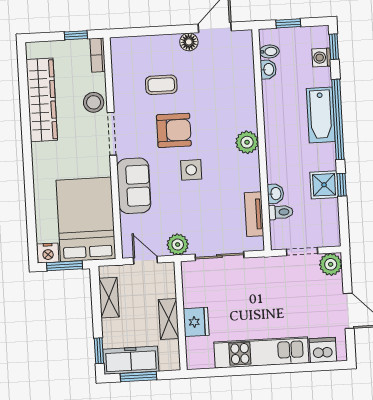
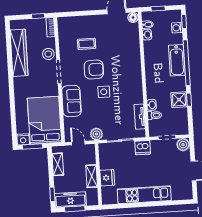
floor lamp: (189, 42) -> (133, 17), moved
plant: (247, 142) -> (135, 76), removed
dishwasher: (323, 350) -> (143, 148), moved, turned 180

